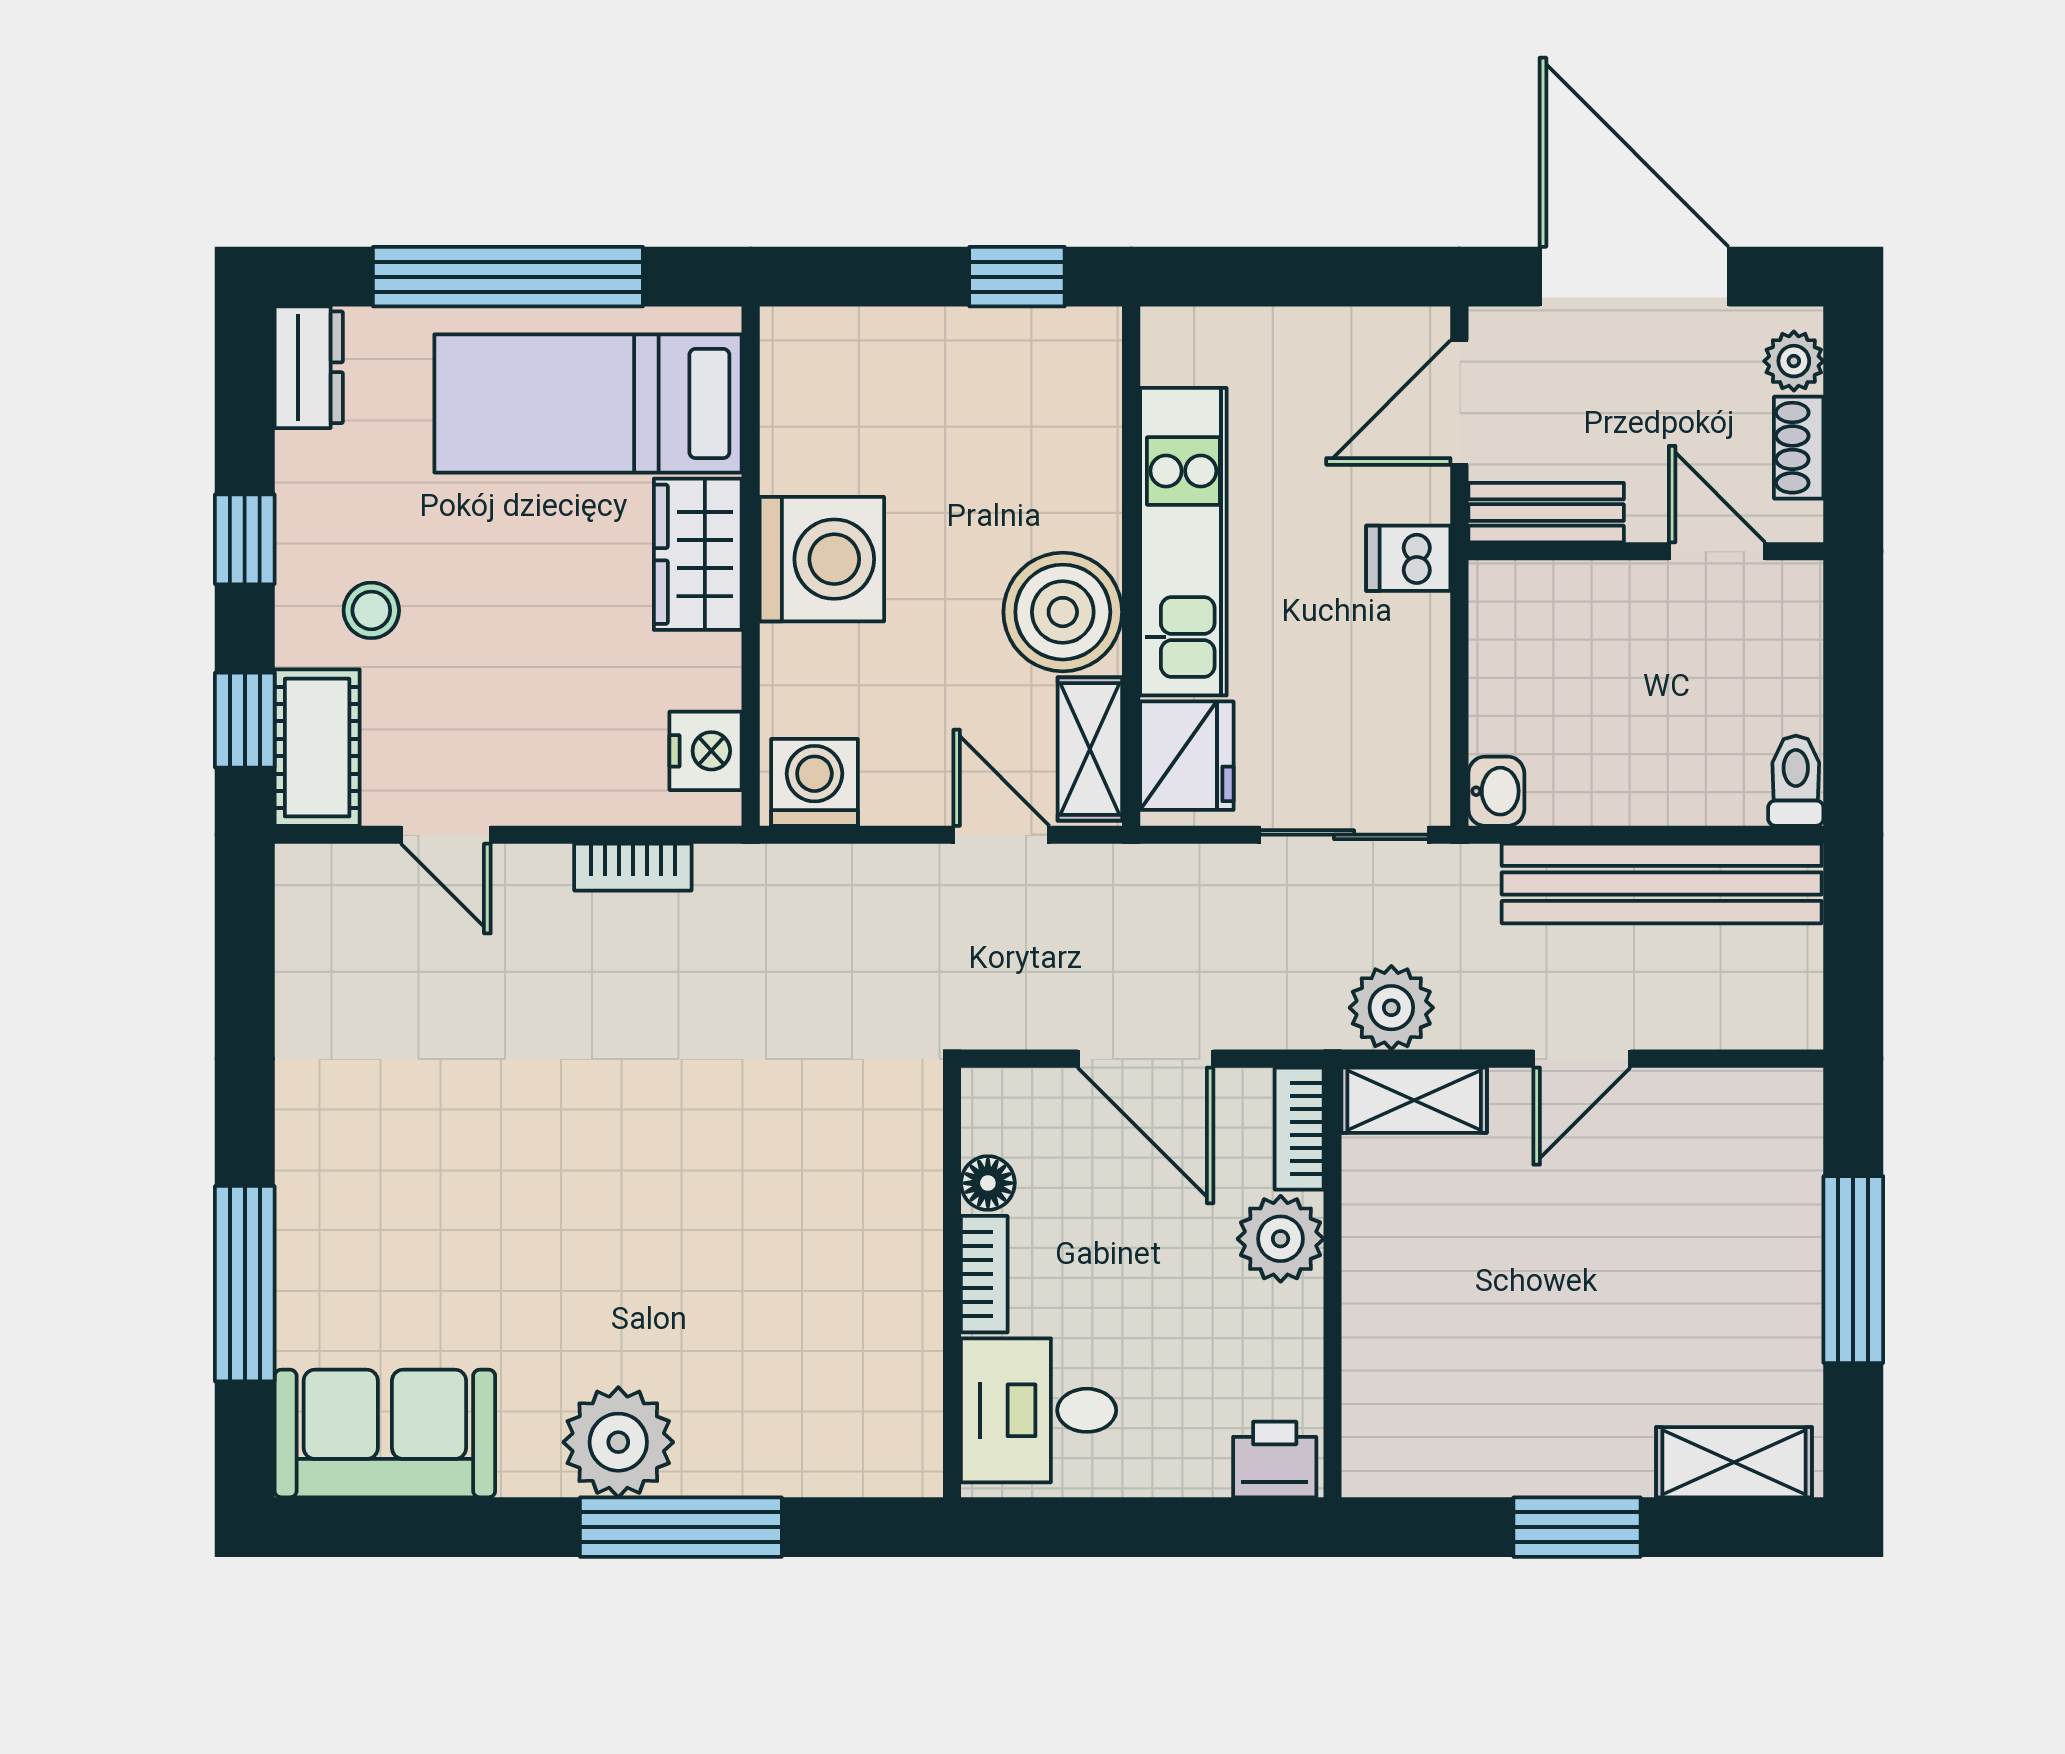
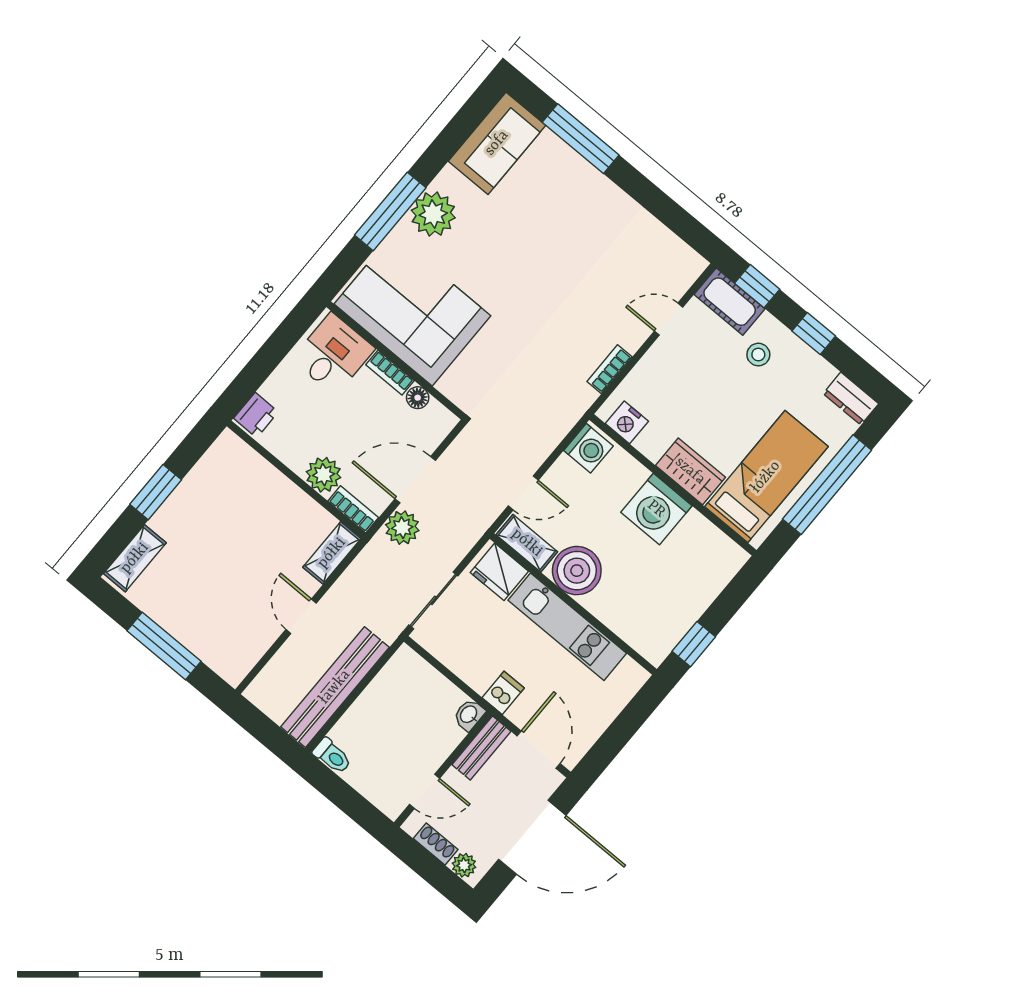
washbasin: (1496, 791) -> (469, 715), moved, turned 90
plant: (1391, 1008) -> (402, 528), moved
corner sofa: (831, 1331) -> (412, 310), added

